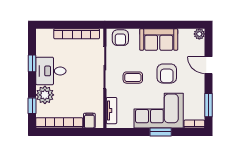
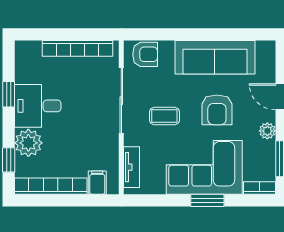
plant: (199, 34) -> (267, 131), moved
armchair: (120, 38) -> (145, 54), turned -90
sofa: (159, 40) -> (215, 57), width x1.36

